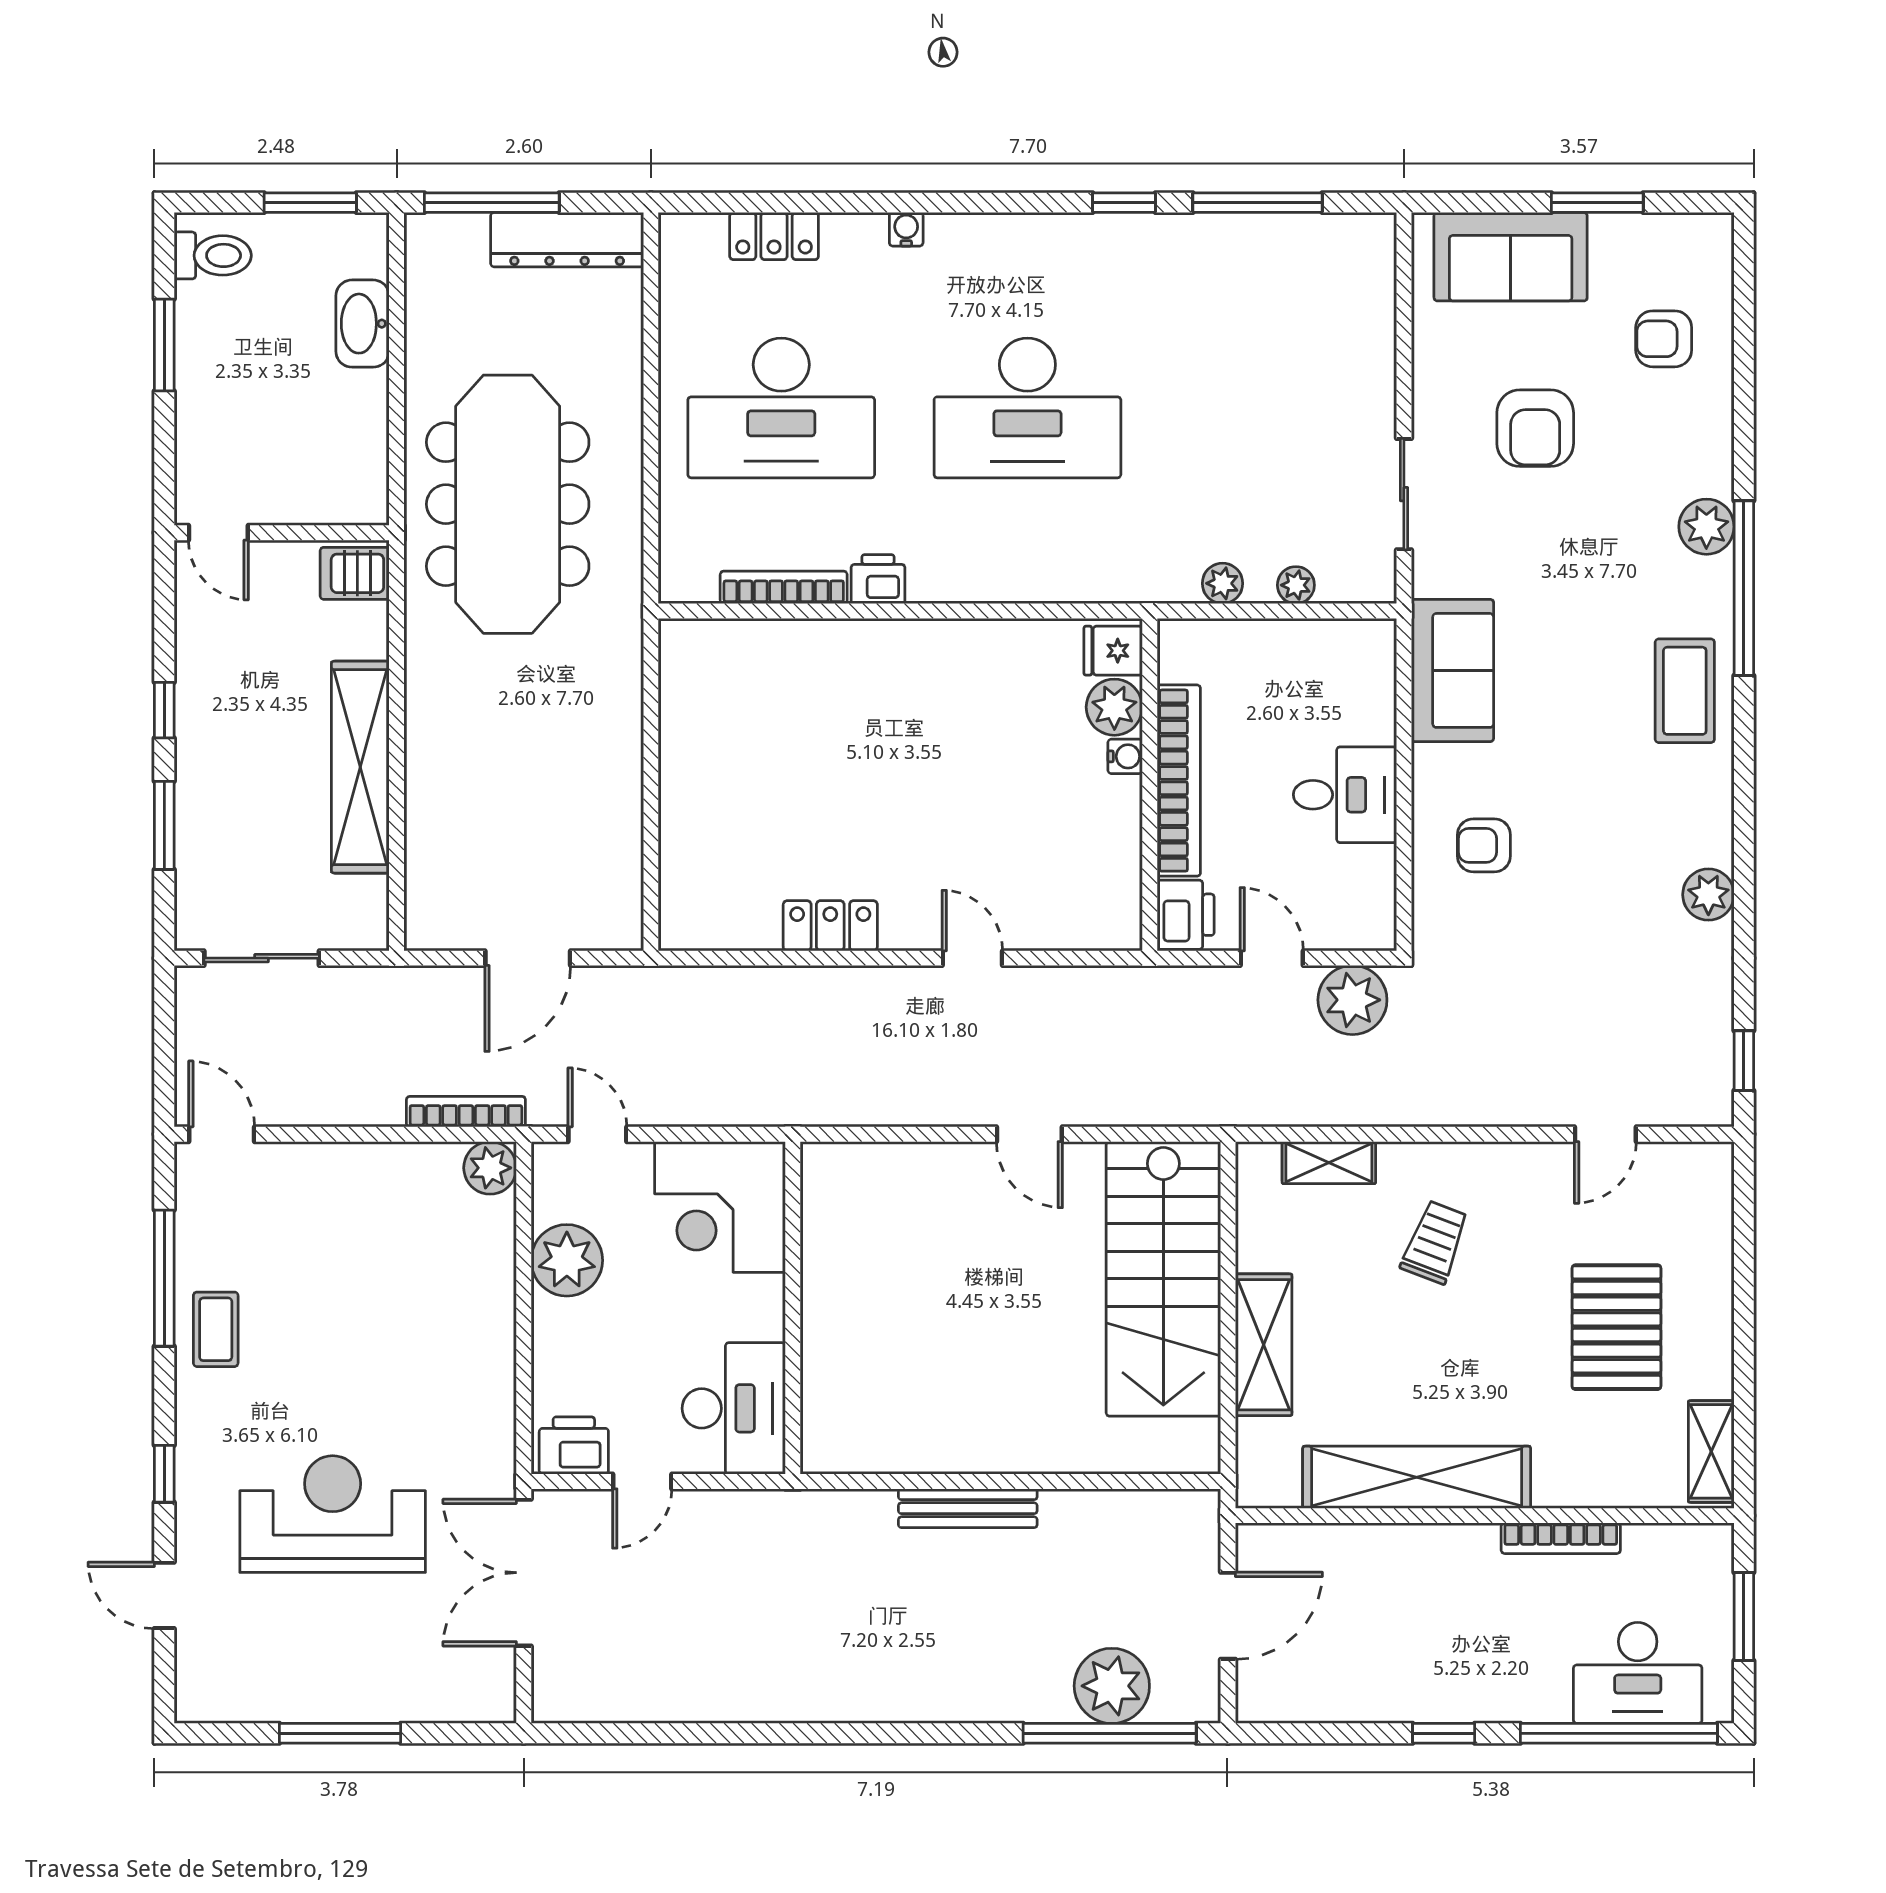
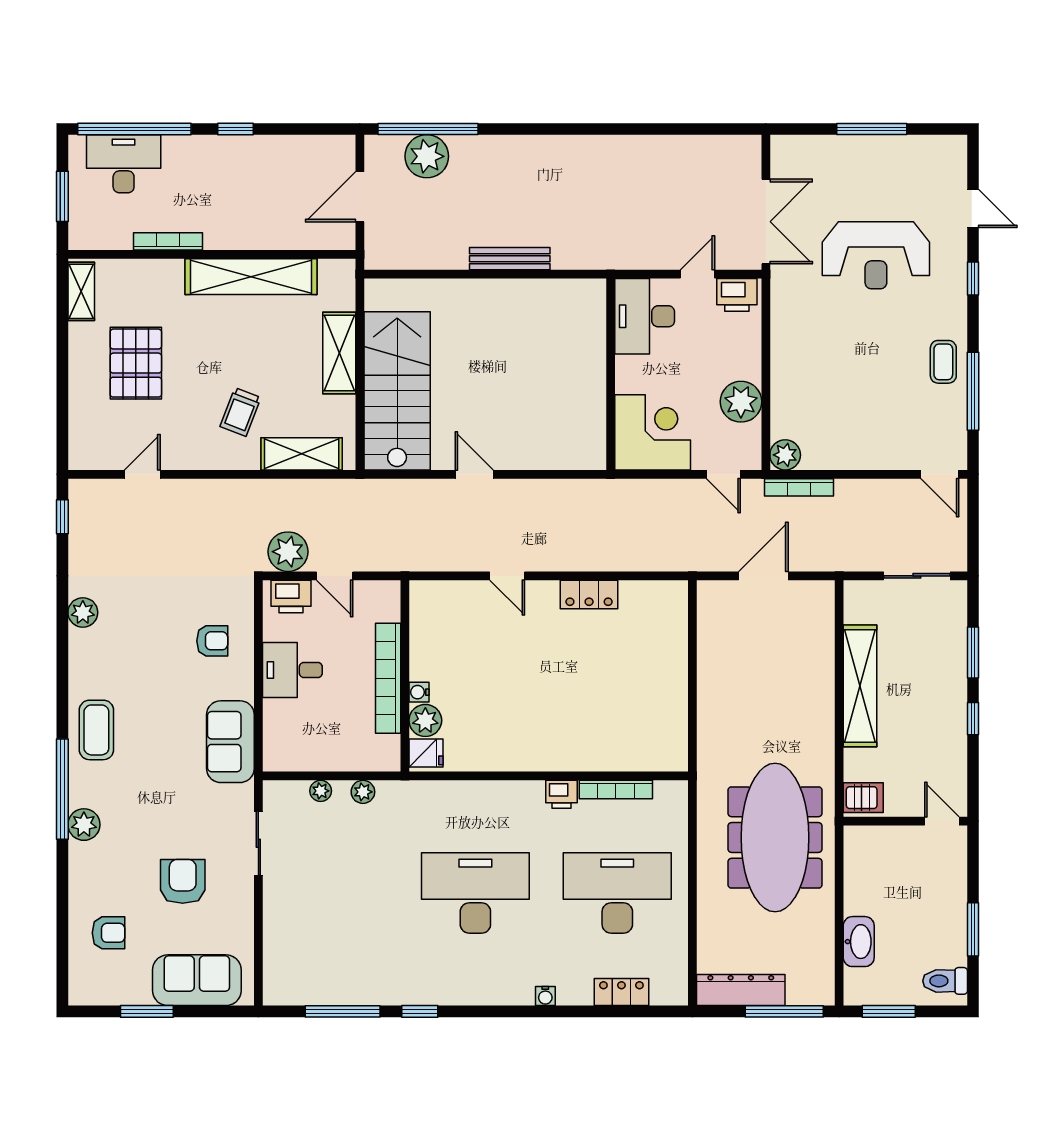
printer: (1186, 915) -> (291, 597), moved, turned -90
shelving: (1329, 1163) -> (302, 454), width x1.50, depth x1.33

